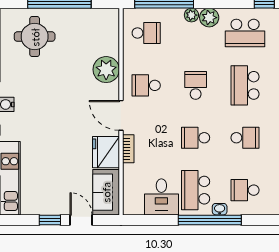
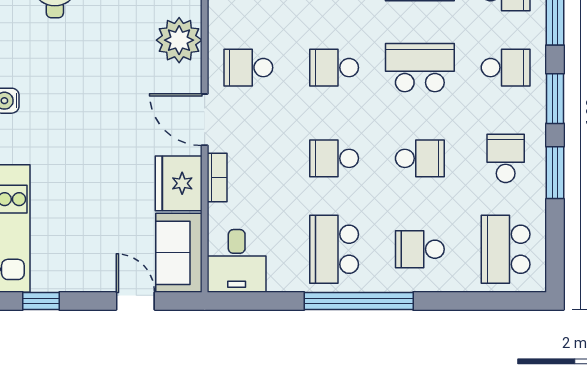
school desk: (196, 85) -> (334, 68), turned -90
school desk: (245, 85) -> (420, 68), turned 90
desk: (161, 197) -> (237, 261), moved
washbasin: (220, 209) -> (376, 282), removed
window: (50, 220) -> (41, 301), moved

